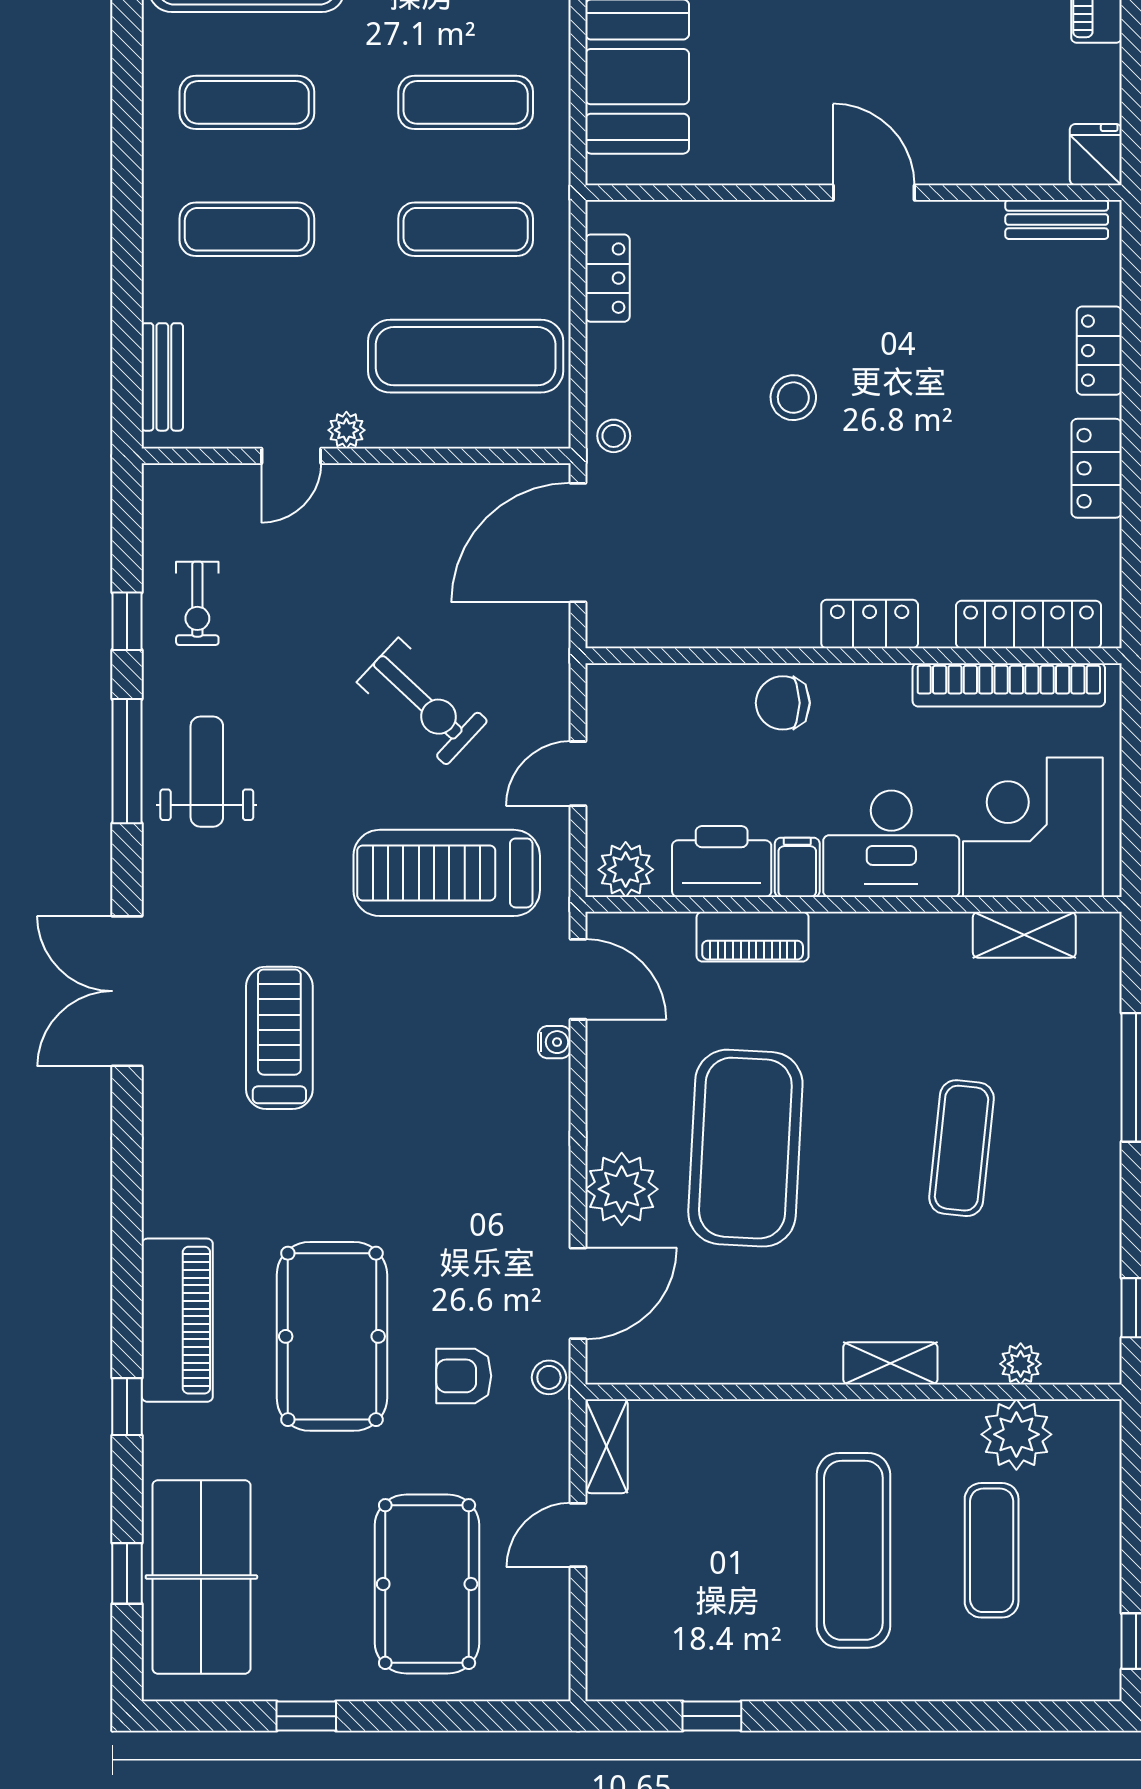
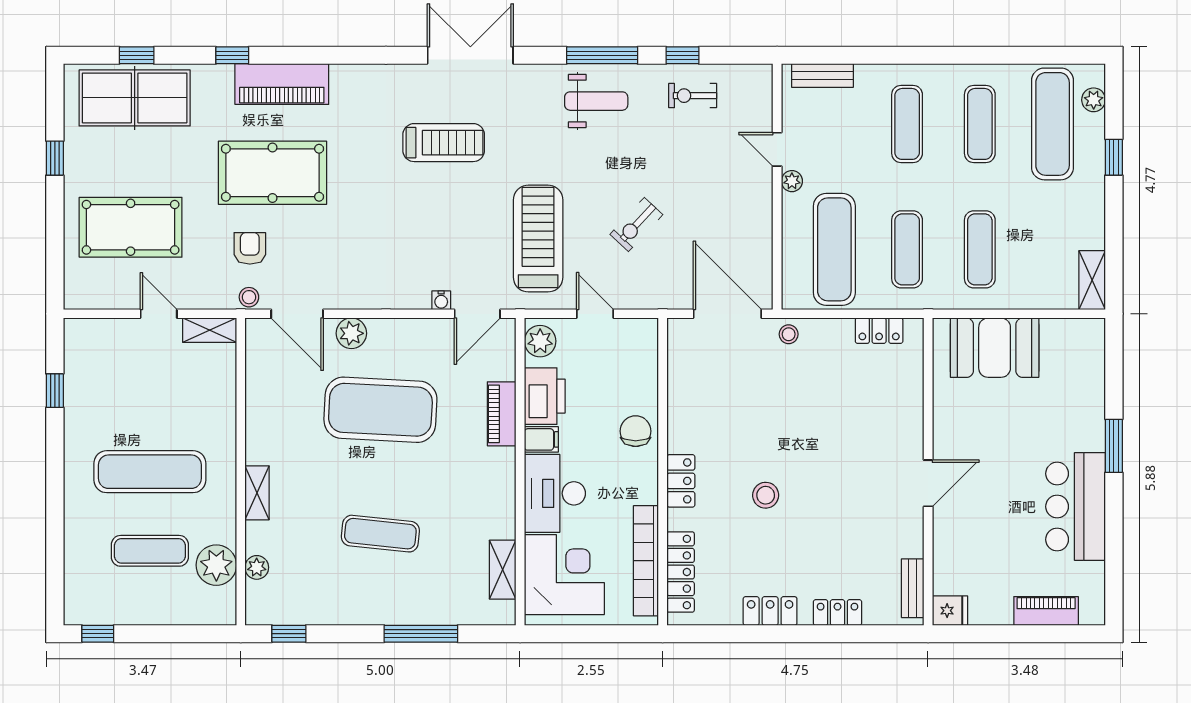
stool: (793, 398) -> (766, 495), moved
exercise bike: (422, 702) -> (636, 225), width x0.73, depth x0.72
plant: (622, 1189) -> (351, 333), width x0.73, depth x0.73

